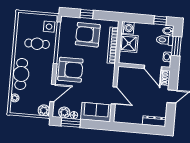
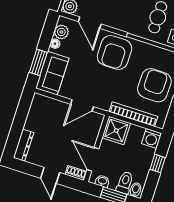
window: (160, 20) -> (158, 163), moved
shower: (129, 43) -> (116, 131), moved
door: (153, 68) -> (93, 159), hinge flipped
door: (114, 95) -> (82, 105), moved
window: (71, 123) -> (38, 62), moved

